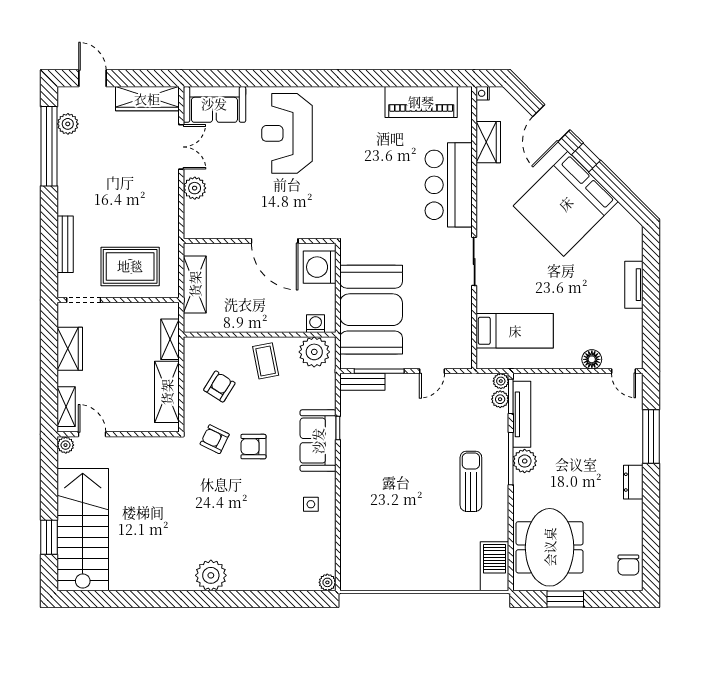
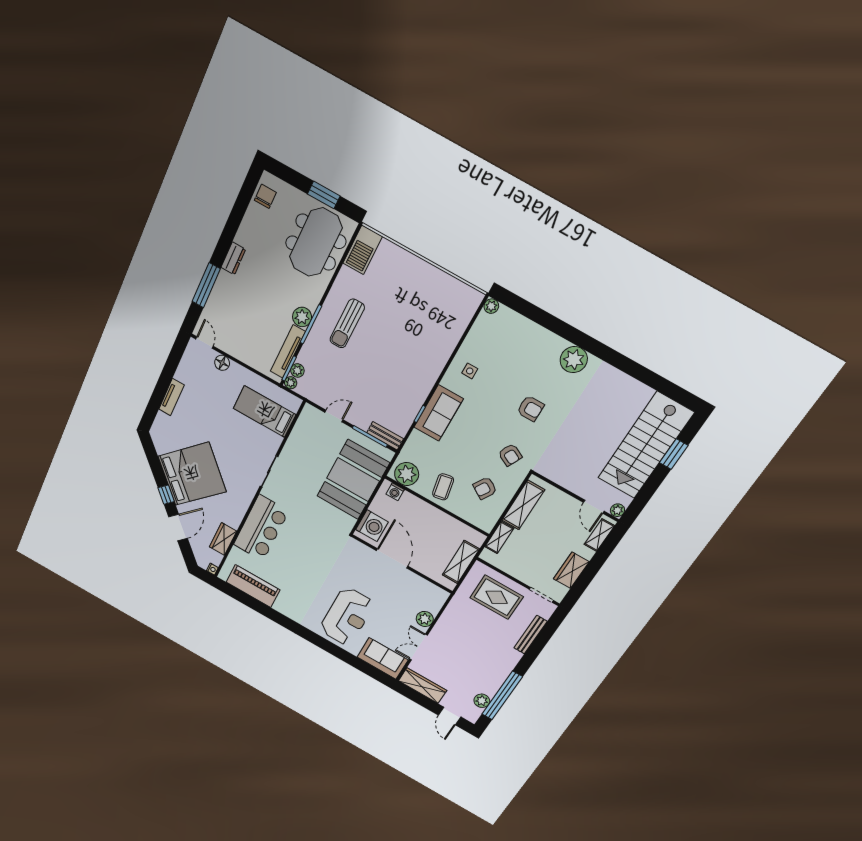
armchair: (253, 447) -> (530, 408), moved

